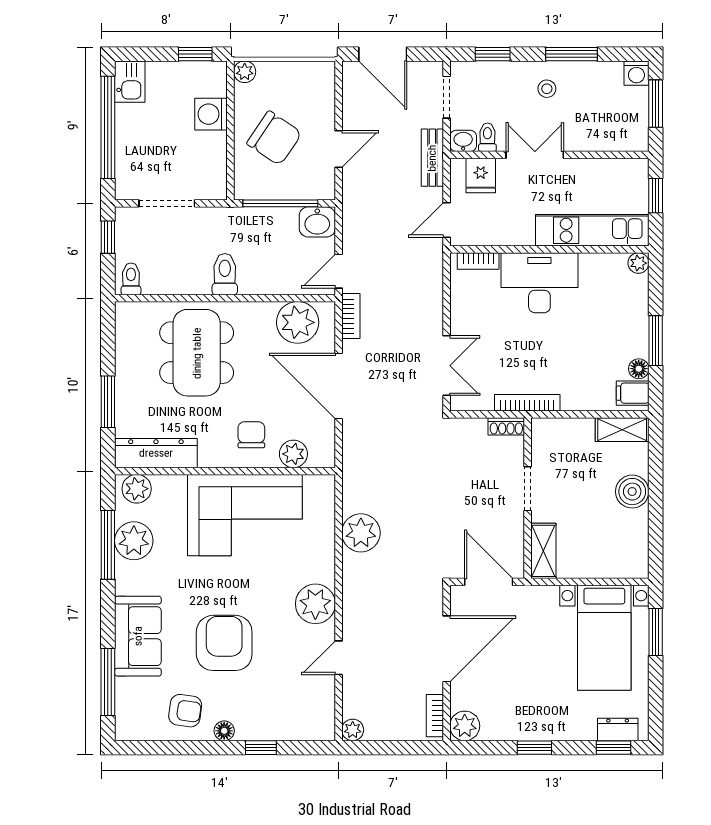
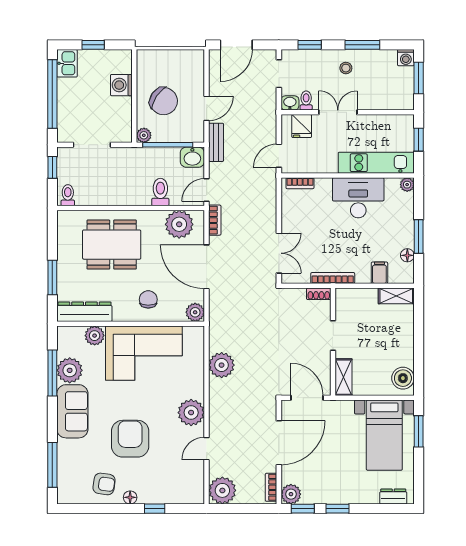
window: (195, 54) -> (93, 45), moved
door: (383, 54) -> (236, 45), hinge flipped
plant: (245, 72) -> (144, 135), moved
bench: (432, 158) -> (216, 142), moved
toilet: (225, 274) -> (160, 192), moved
desk: (539, 283) -> (358, 198), moved
dining table: (197, 353) -> (112, 245), turned 90
filing cabinet: (633, 393) -> (379, 273), moved, turned 90
plant: (293, 454) -> (195, 312), moved
plant: (137, 489) -> (95, 336), moved
boiler: (632, 492) -> (403, 378), moved
sofa: (138, 636) -> (72, 411), moved
plant: (353, 730) -> (222, 490), width x1.87, depth x1.87
window: (614, 748) -> (303, 509), moved

